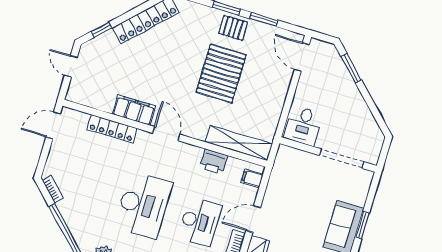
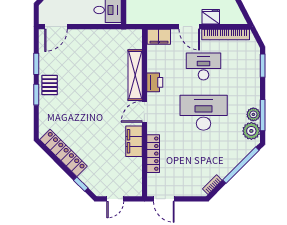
pallet: (221, 73) -> (87, 84), removed
shelving: (239, 143) -> (135, 75), moved
printer: (214, 161) -> (155, 82), moved
filing cabinet: (252, 178) -> (159, 37), width x2.00

